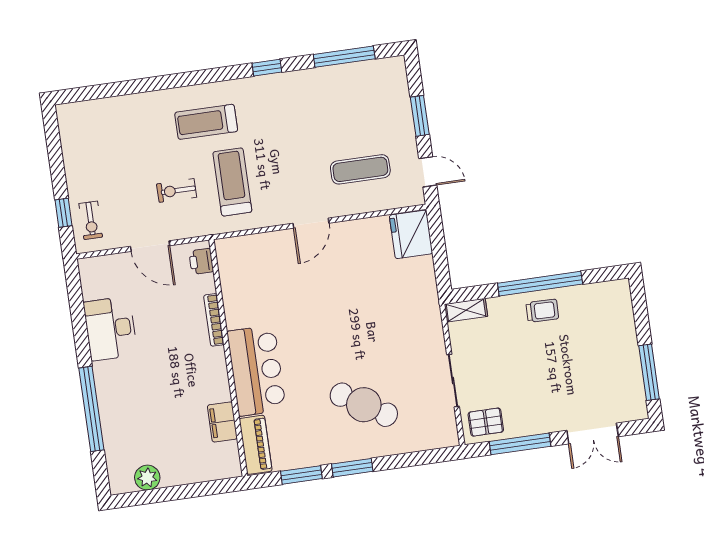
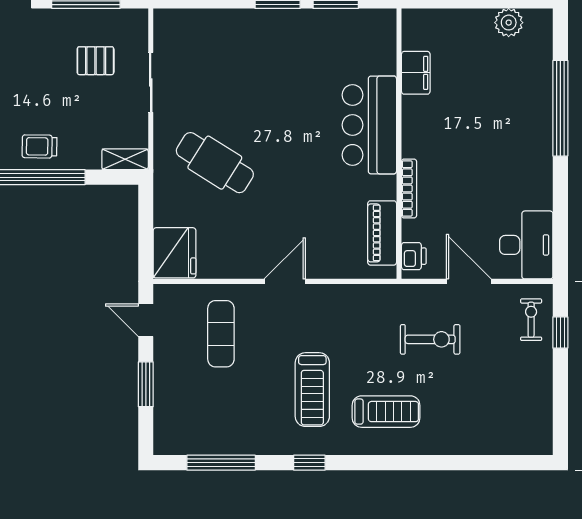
exercise mat: (360, 169) -> (221, 334), turned 90
treadmill: (232, 182) -> (312, 390), moved
exercise bike: (177, 191) -> (430, 339), width x1.38, depth x1.39
desk: (110, 329) -> (526, 245), moved
cafe table: (364, 405) -> (215, 163), moved
pallet: (486, 422) -> (96, 61), moved
piano: (256, 445) -> (382, 233), moved

